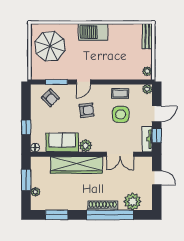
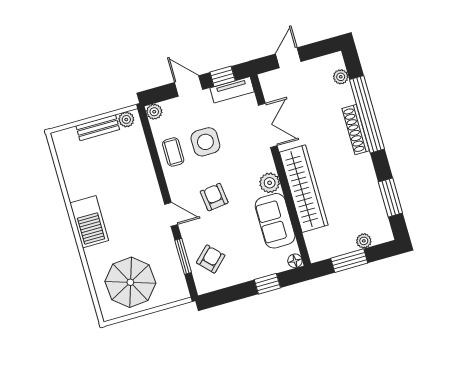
bench: (147, 36) -> (98, 128), moved
plant: (133, 202) -> (341, 77), width x0.53, depth x0.53

